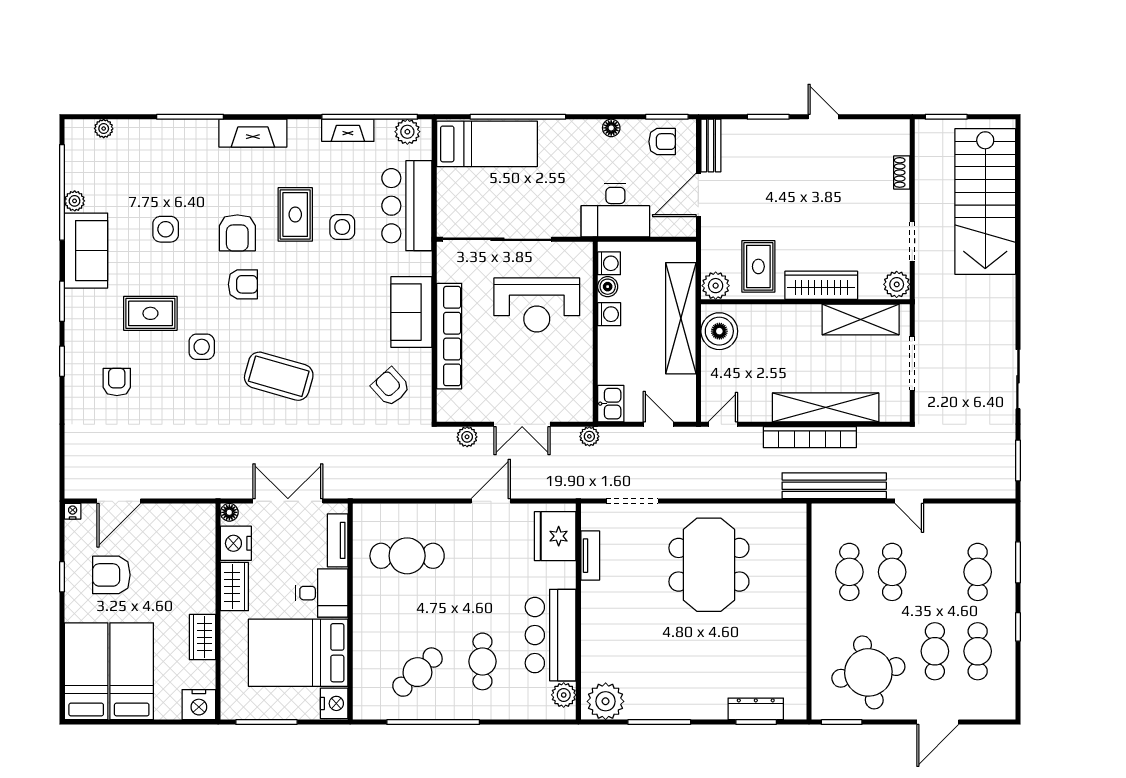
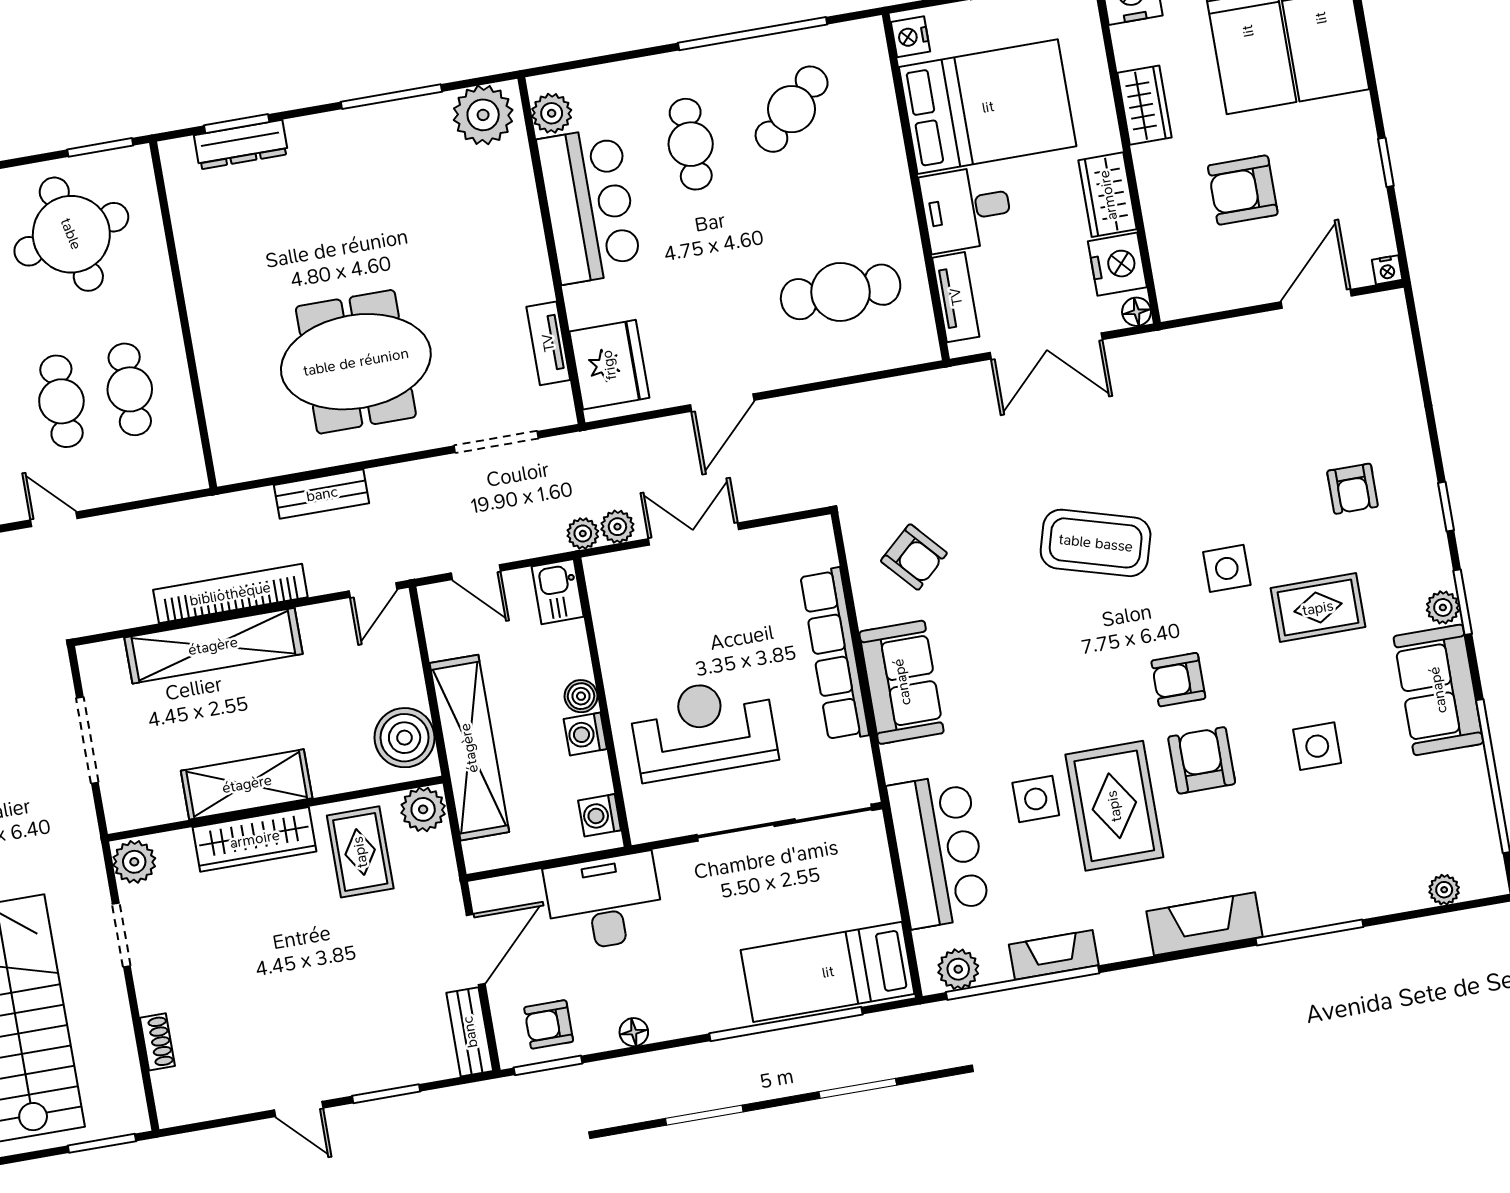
plant: (75, 201) -> (1443, 607), moved
rug: (295, 214) -> (1114, 806), width x1.36, depth x1.43
boiler: (608, 287) -> (581, 696), moved
shelving: (861, 320) -> (247, 784), moved
plant: (467, 437) -> (617, 527), moved
bench: (834, 486) -> (322, 494), moved, width x0.54, depth x0.82
meeting table: (709, 565) -> (356, 362), turned 90
armchair: (111, 575) -> (1243, 190), moved, turned 180
nightstand: (334, 703) -> (910, 37), width x0.74, depth x0.75

